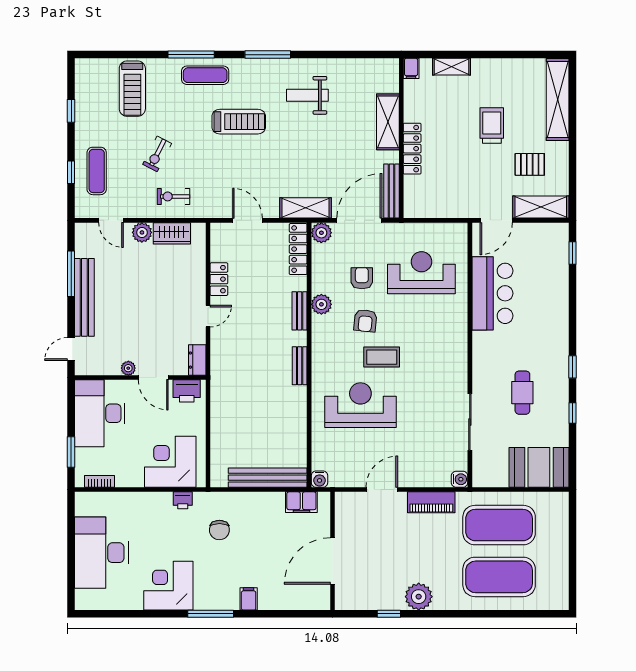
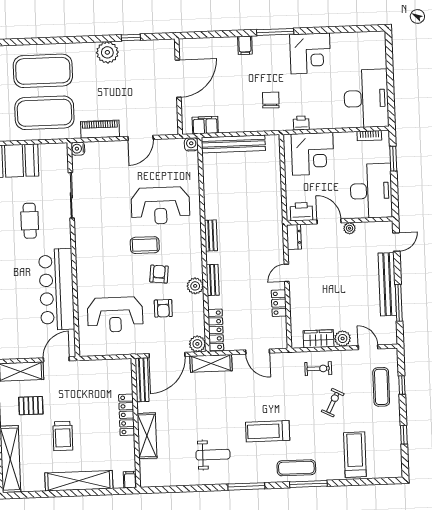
shelving: (451, 67) -> (79, 481), width x2.20, depth x1.33
bar counter: (492, 293) -> (57, 289), width x1.36
desk: (101, 553) -> (366, 98), moved

